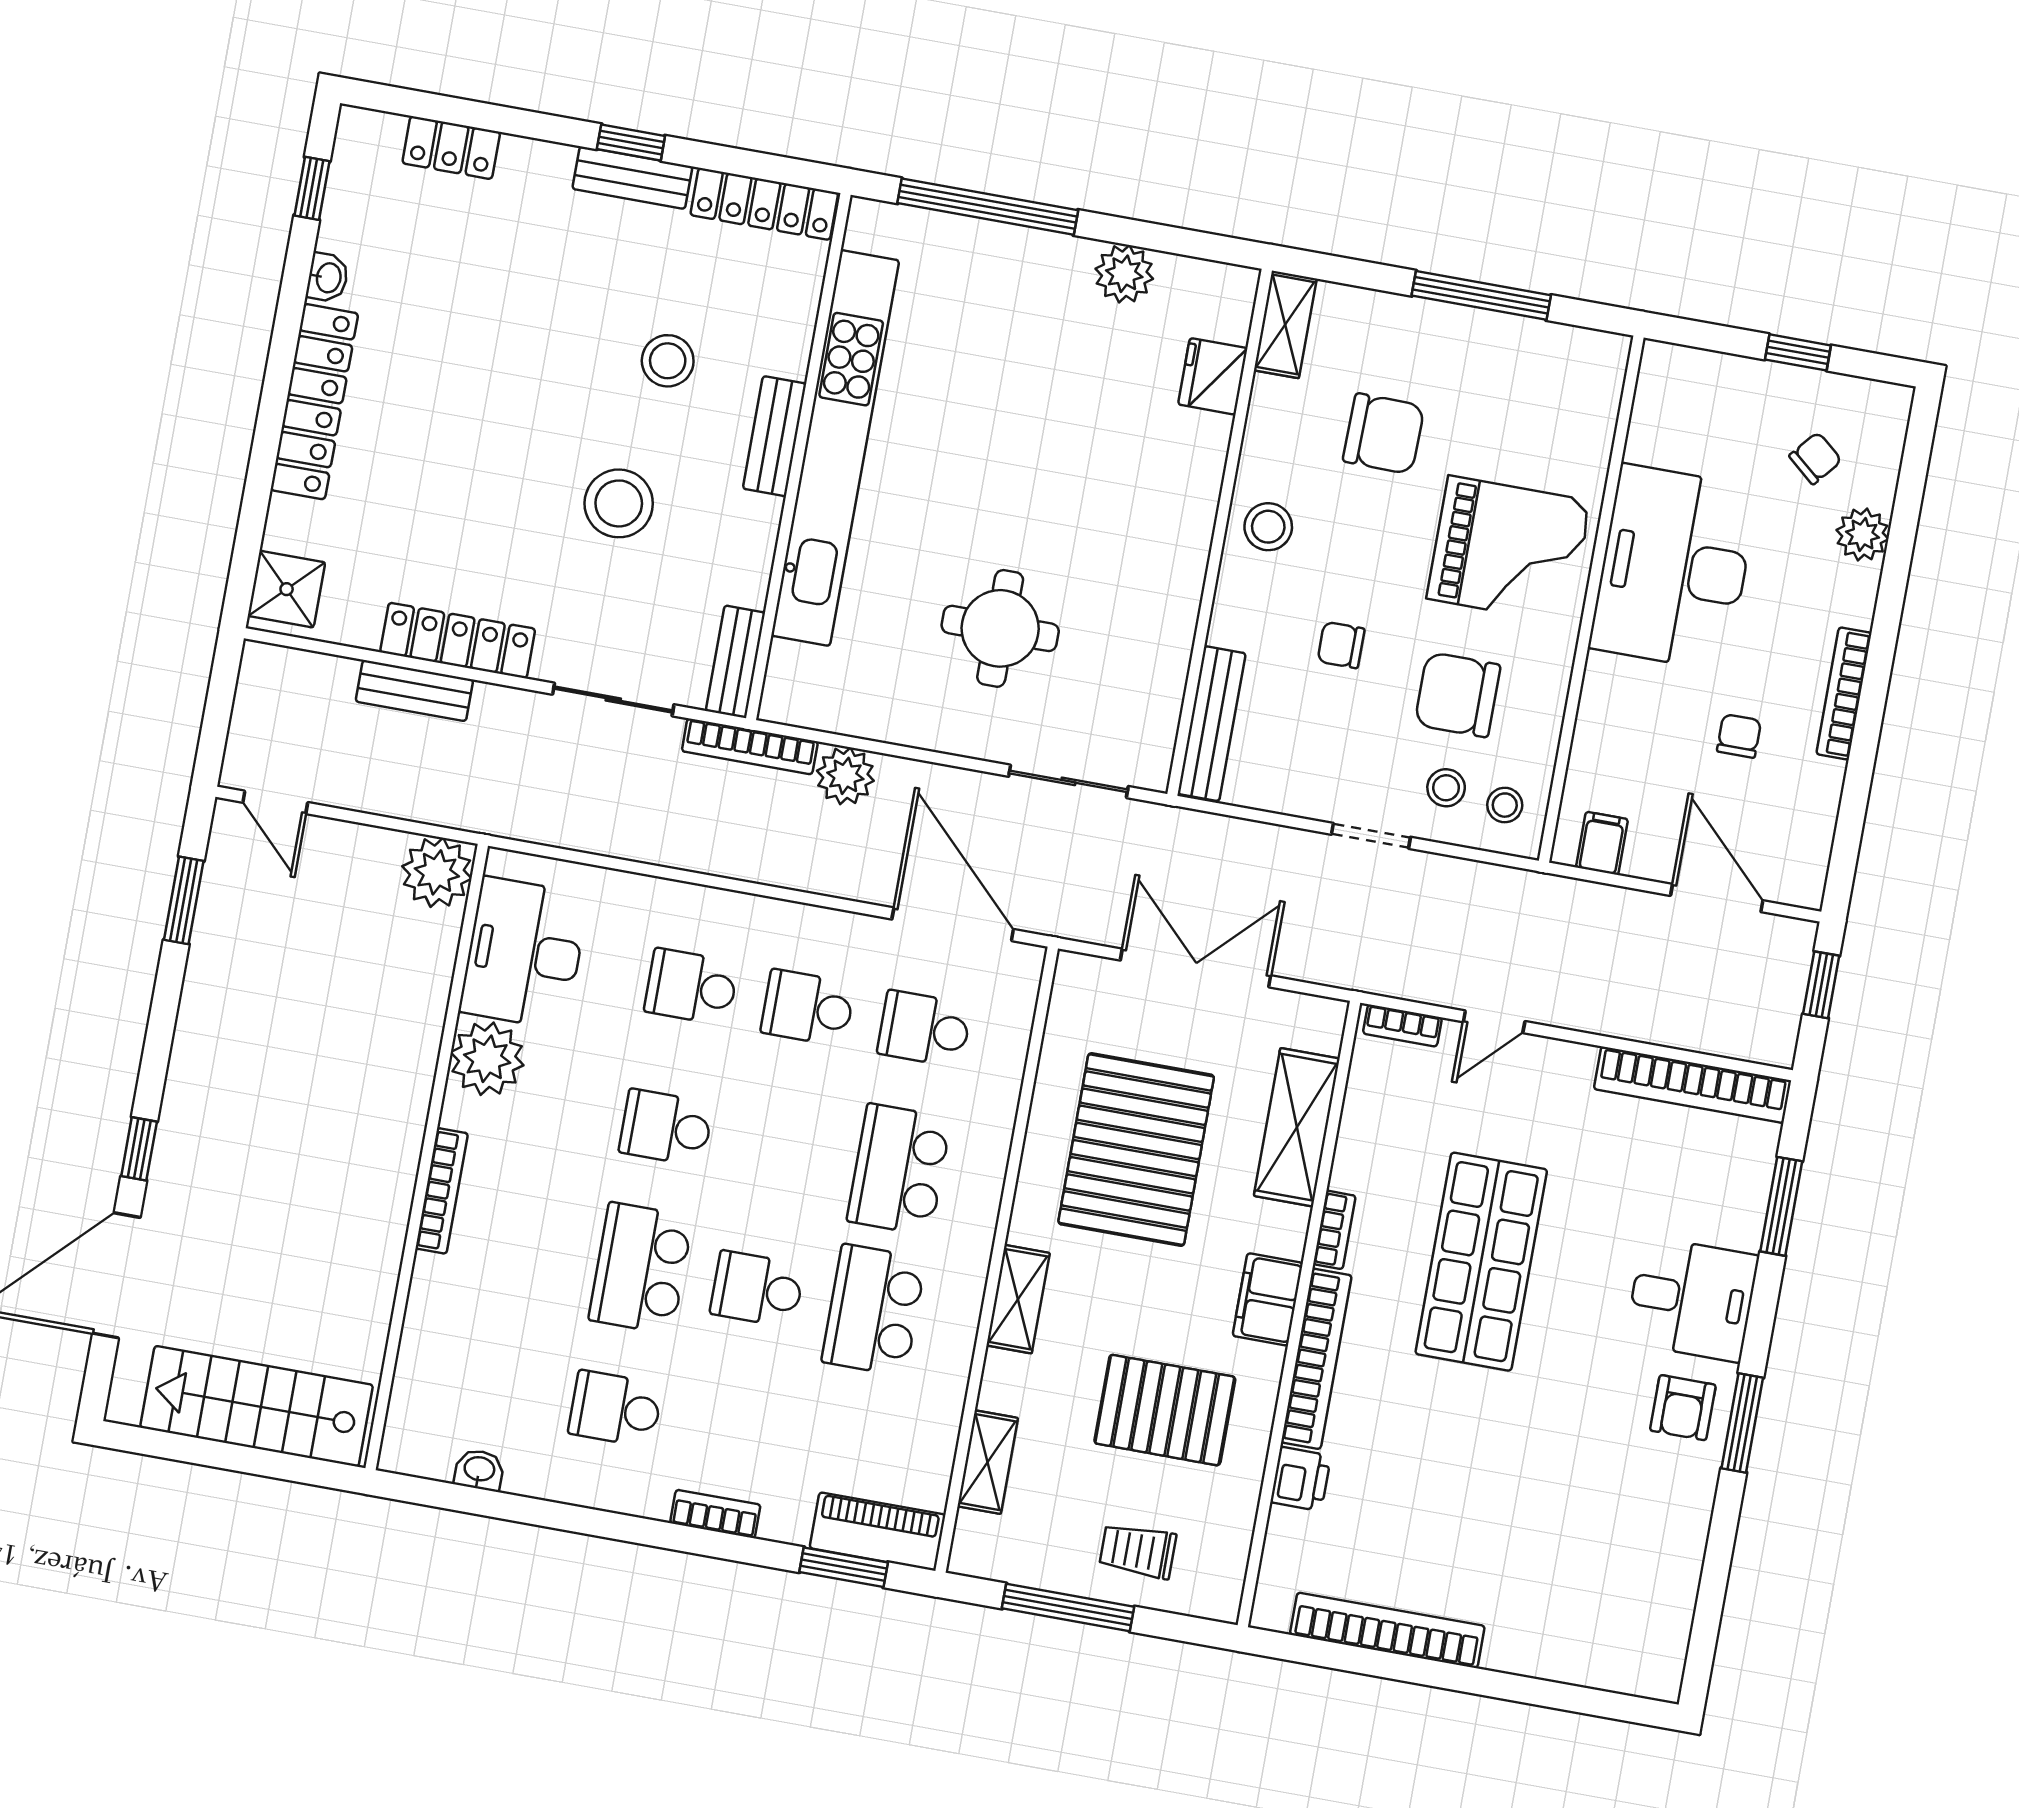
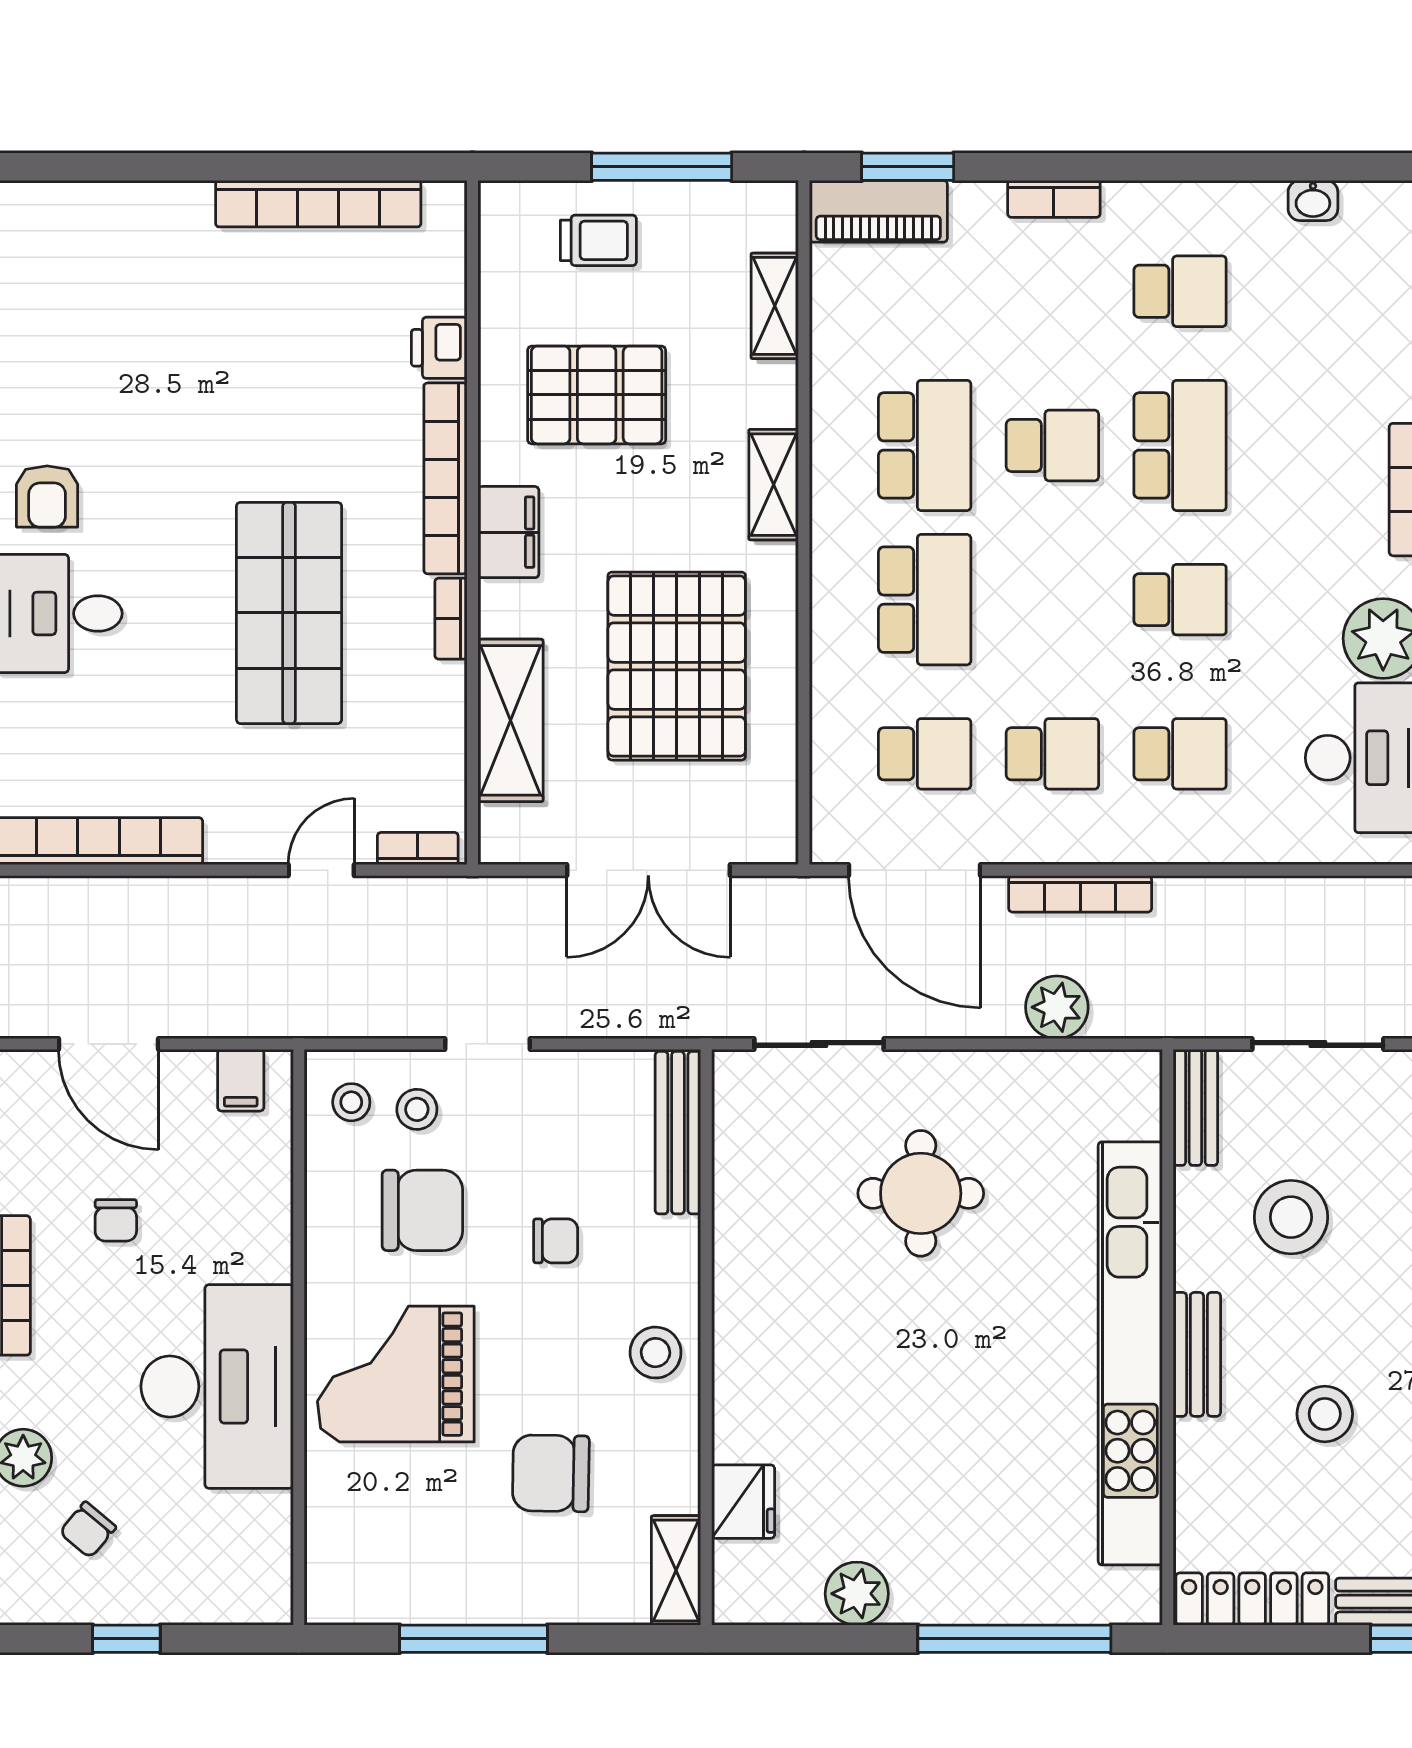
stool: (619, 503) -> (1291, 1217), moved
bookcase: (750, 746) -> (1080, 894), moved, turned 180
armchair: (1683, 1408) -> (47, 496), turned 180

